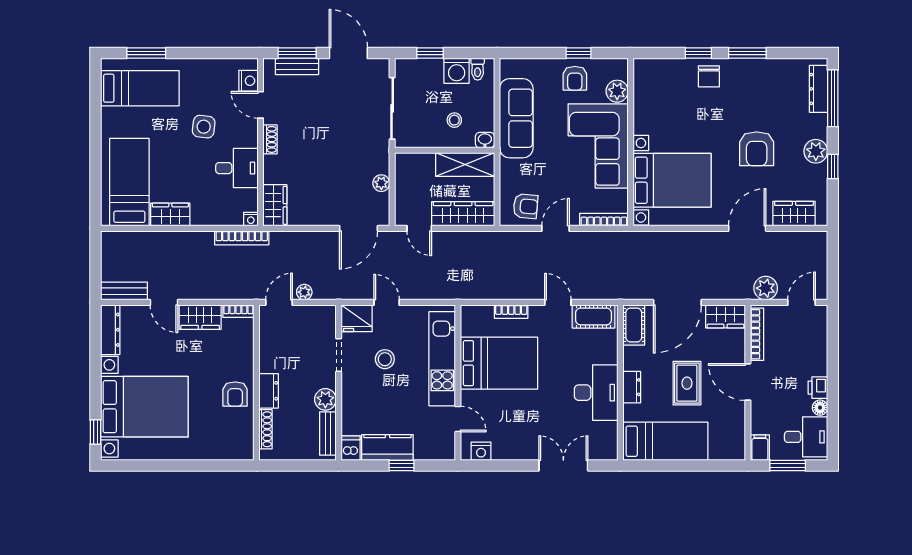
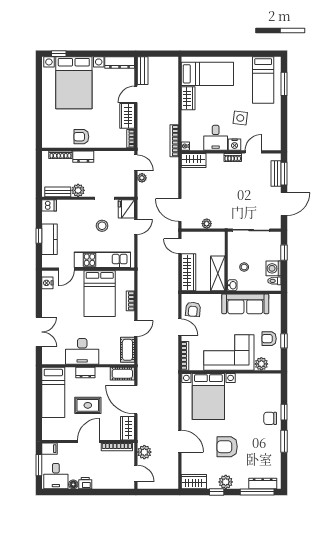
nightstand: (248, 81) -> (235, 145), moved
wardrobe: (794, 214) -> (194, 482), moved, turned -90
door: (419, 228) -> (180, 246), hinge flipped
kitchen counter: (387, 447) -> (50, 239), moved

